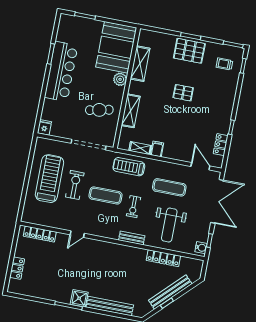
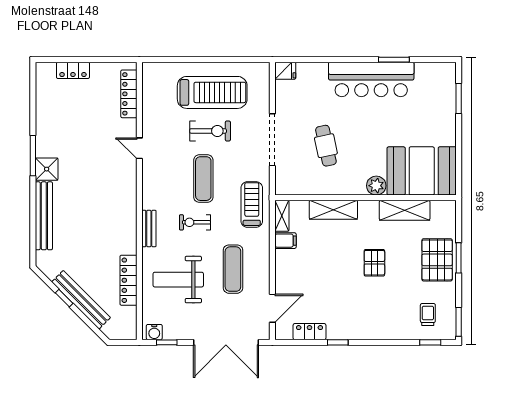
booth: (116, 47) -> (422, 171), moved
shelving: (140, 64) -> (405, 210), moved
plant: (120, 79) -> (376, 186), moved
wall: (127, 88) -> (366, 198), moved
shelving: (131, 111) -> (333, 210), moved

